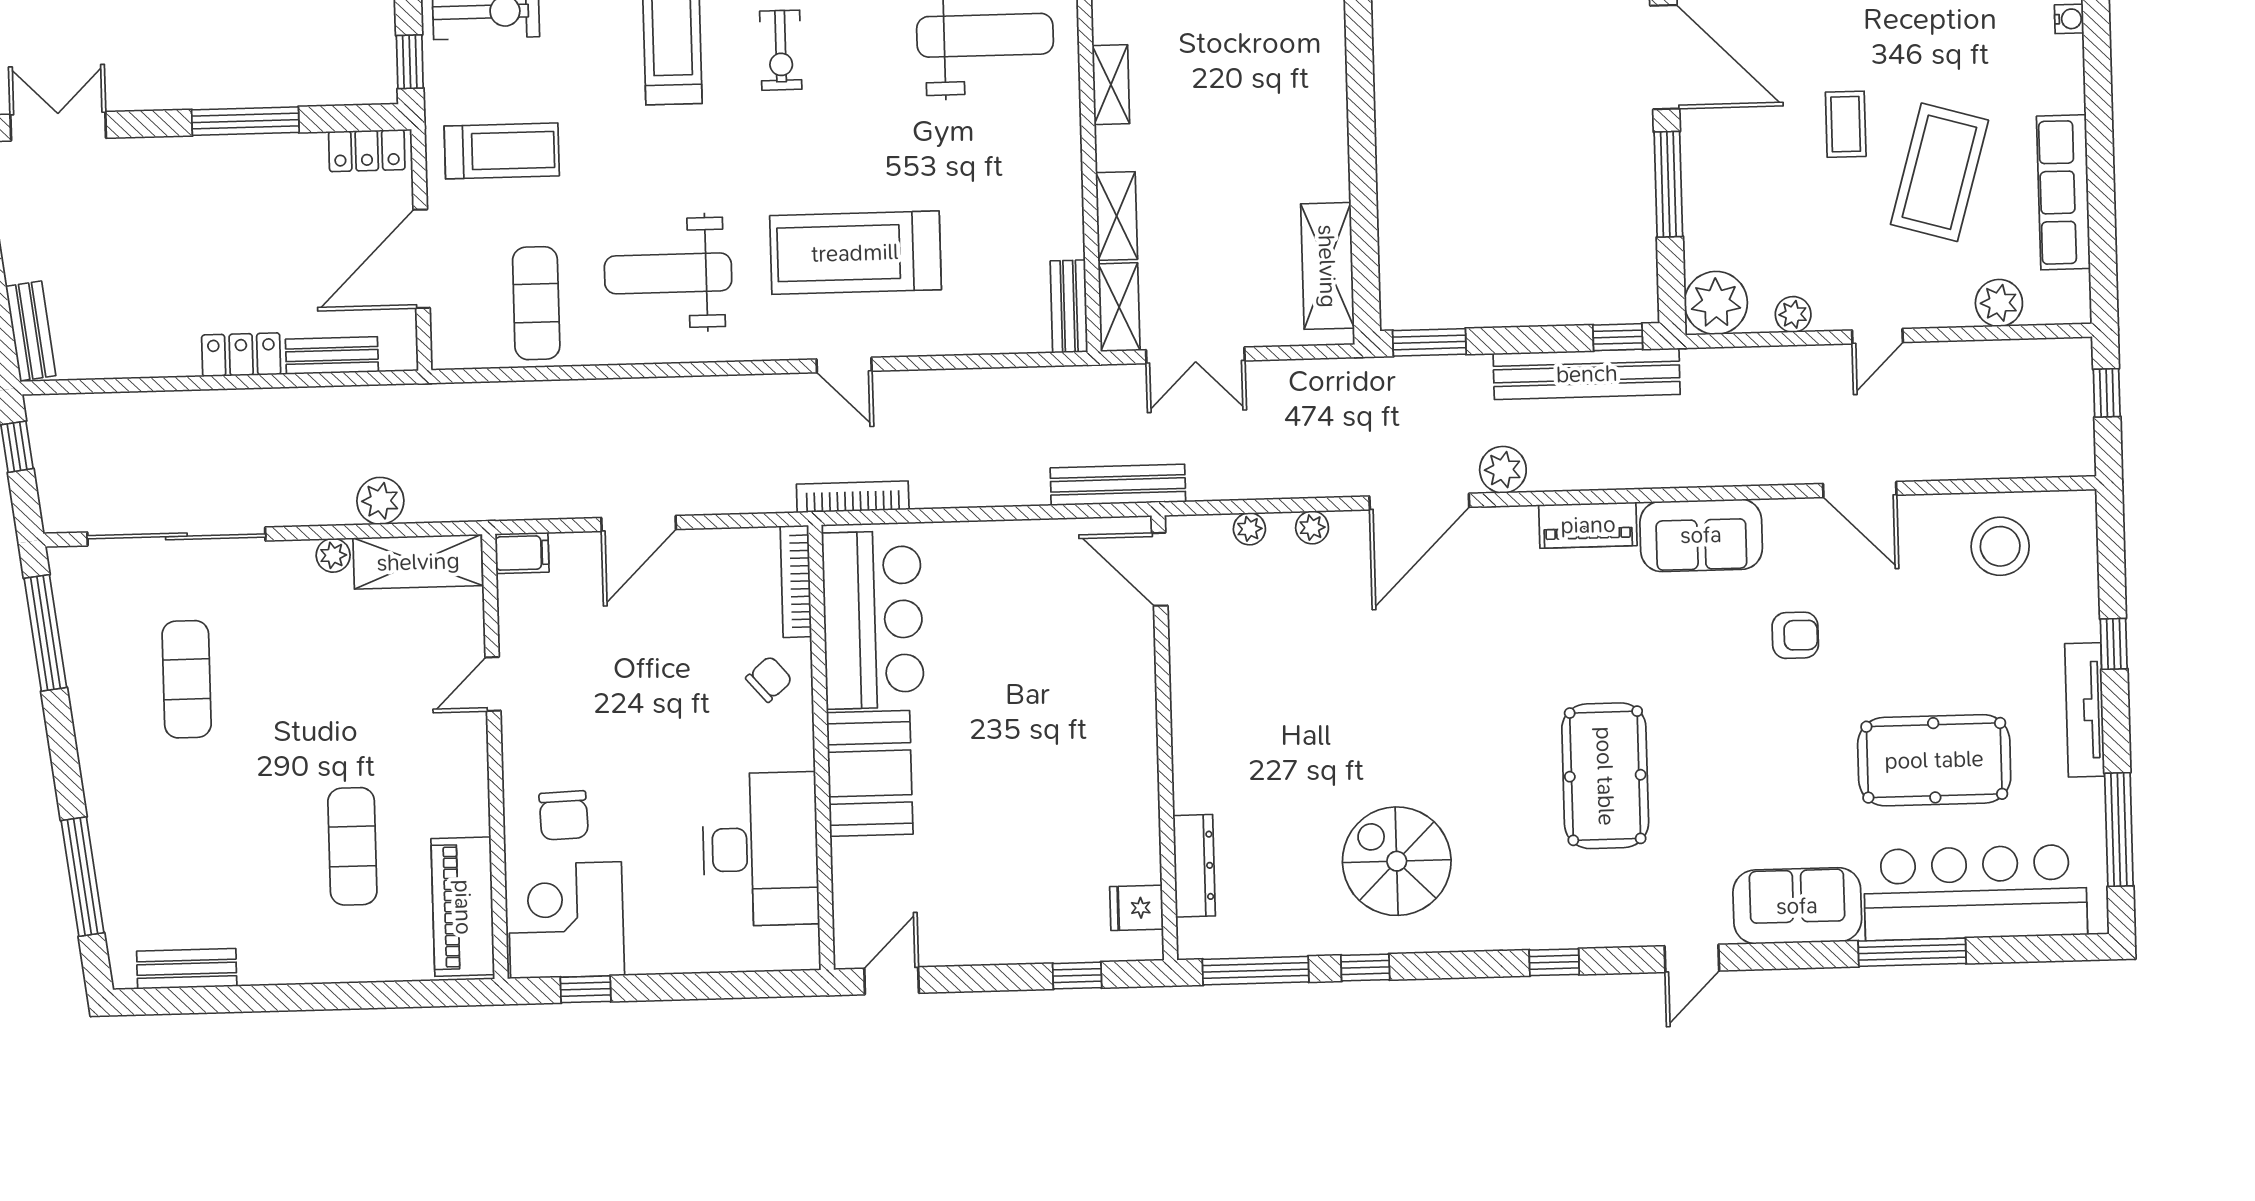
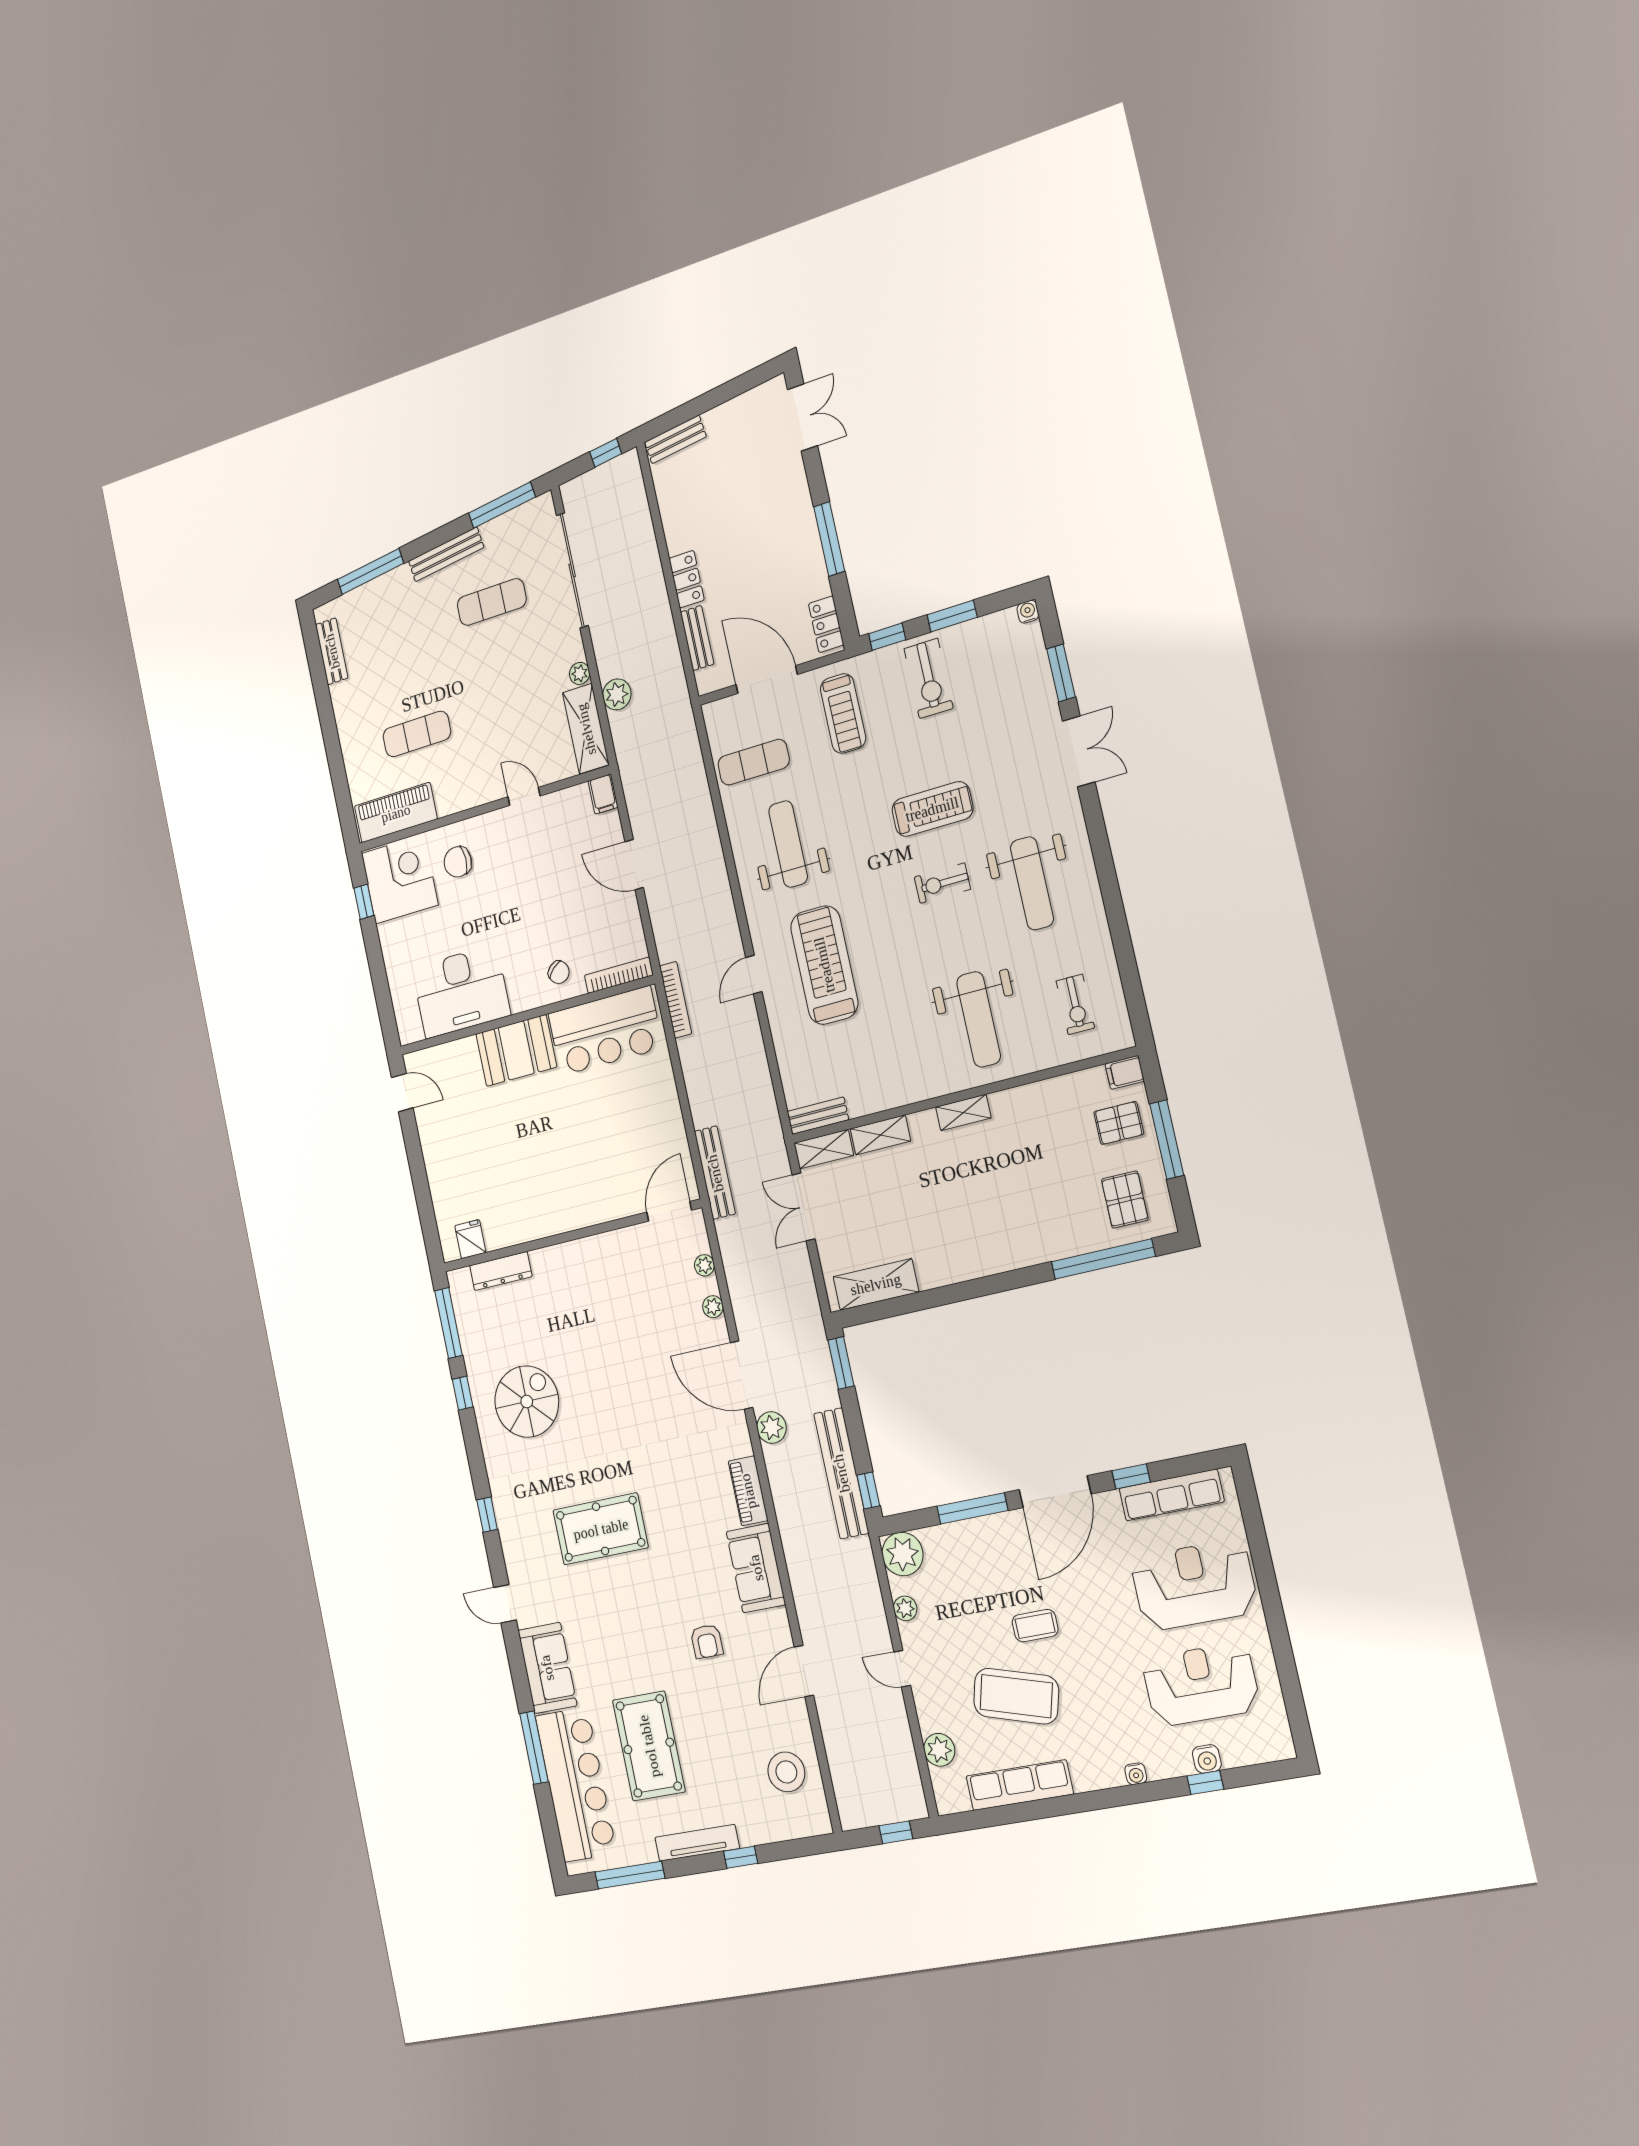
bench: (93, 742) -> (446, 554), added
window: (1077, 976) -> (426, 1210), removed

